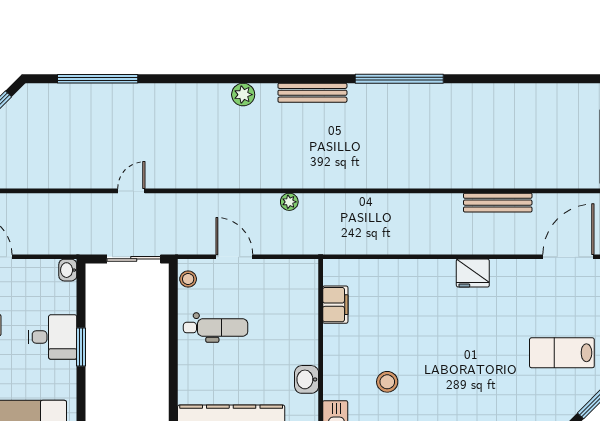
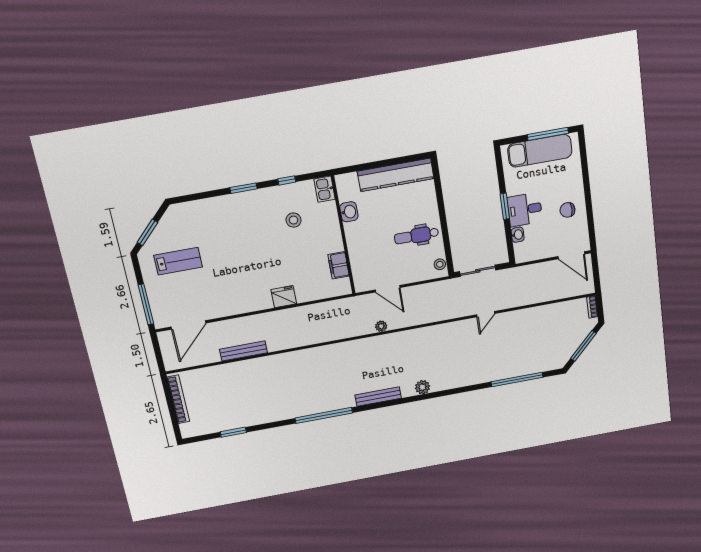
window: (539, 79) -> (233, 432), added
door: (234, 257) -> (388, 289), moved
washbasin: (68, 270) -> (518, 235), moved
fridge: (473, 273) -> (284, 297), moved

